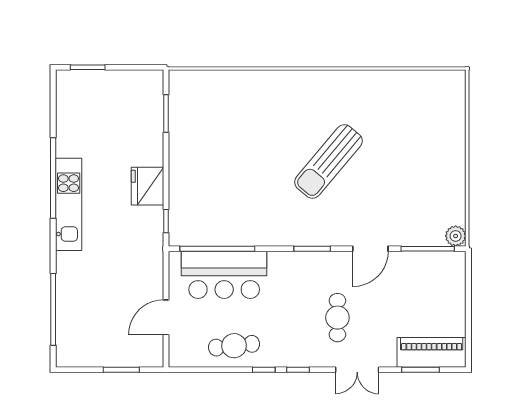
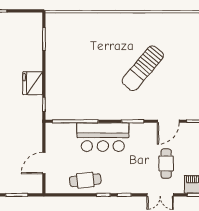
bar counter: (224, 275) -> (103, 137), moved
cafe table: (337, 318) -> (166, 164), moved

